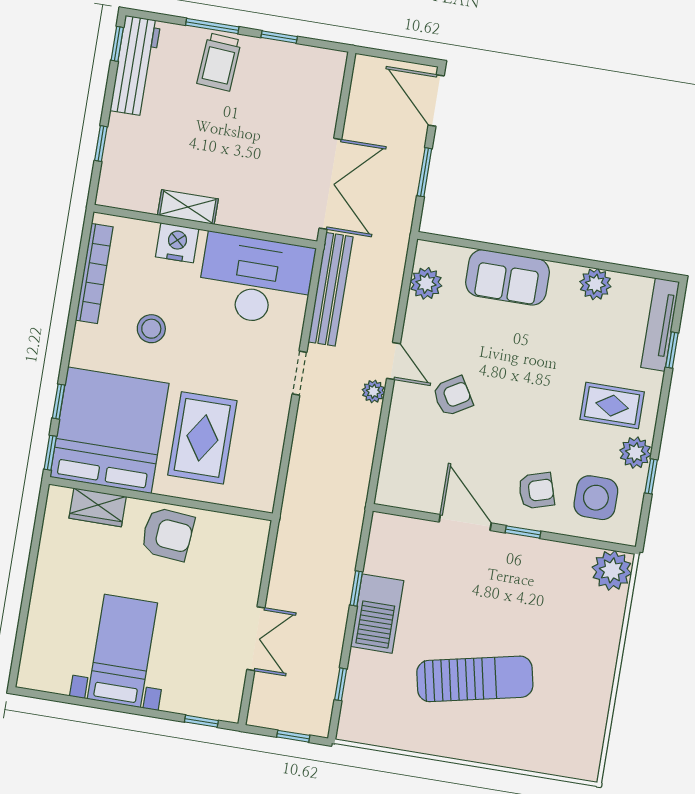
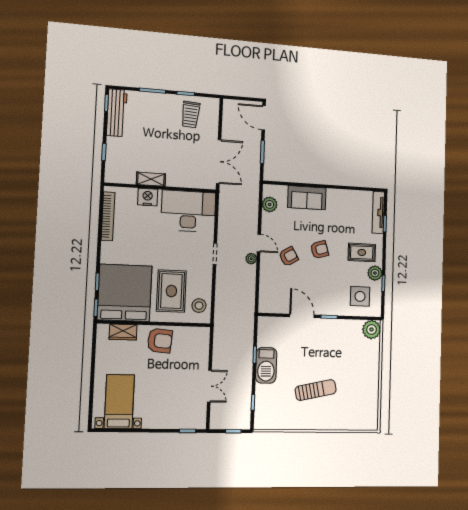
trolley: (219, 62) -> (191, 115), moved
plant: (595, 284) -> (347, 197), removed
bench: (331, 289) -> (225, 212), removed
stool: (151, 329) -> (199, 306), moved
armchair: (536, 491) -> (320, 250), moved
bed with nightstands: (122, 651) -> (119, 402), moved
sun lounger: (475, 679) -> (316, 390), width x0.73, depth x0.75

